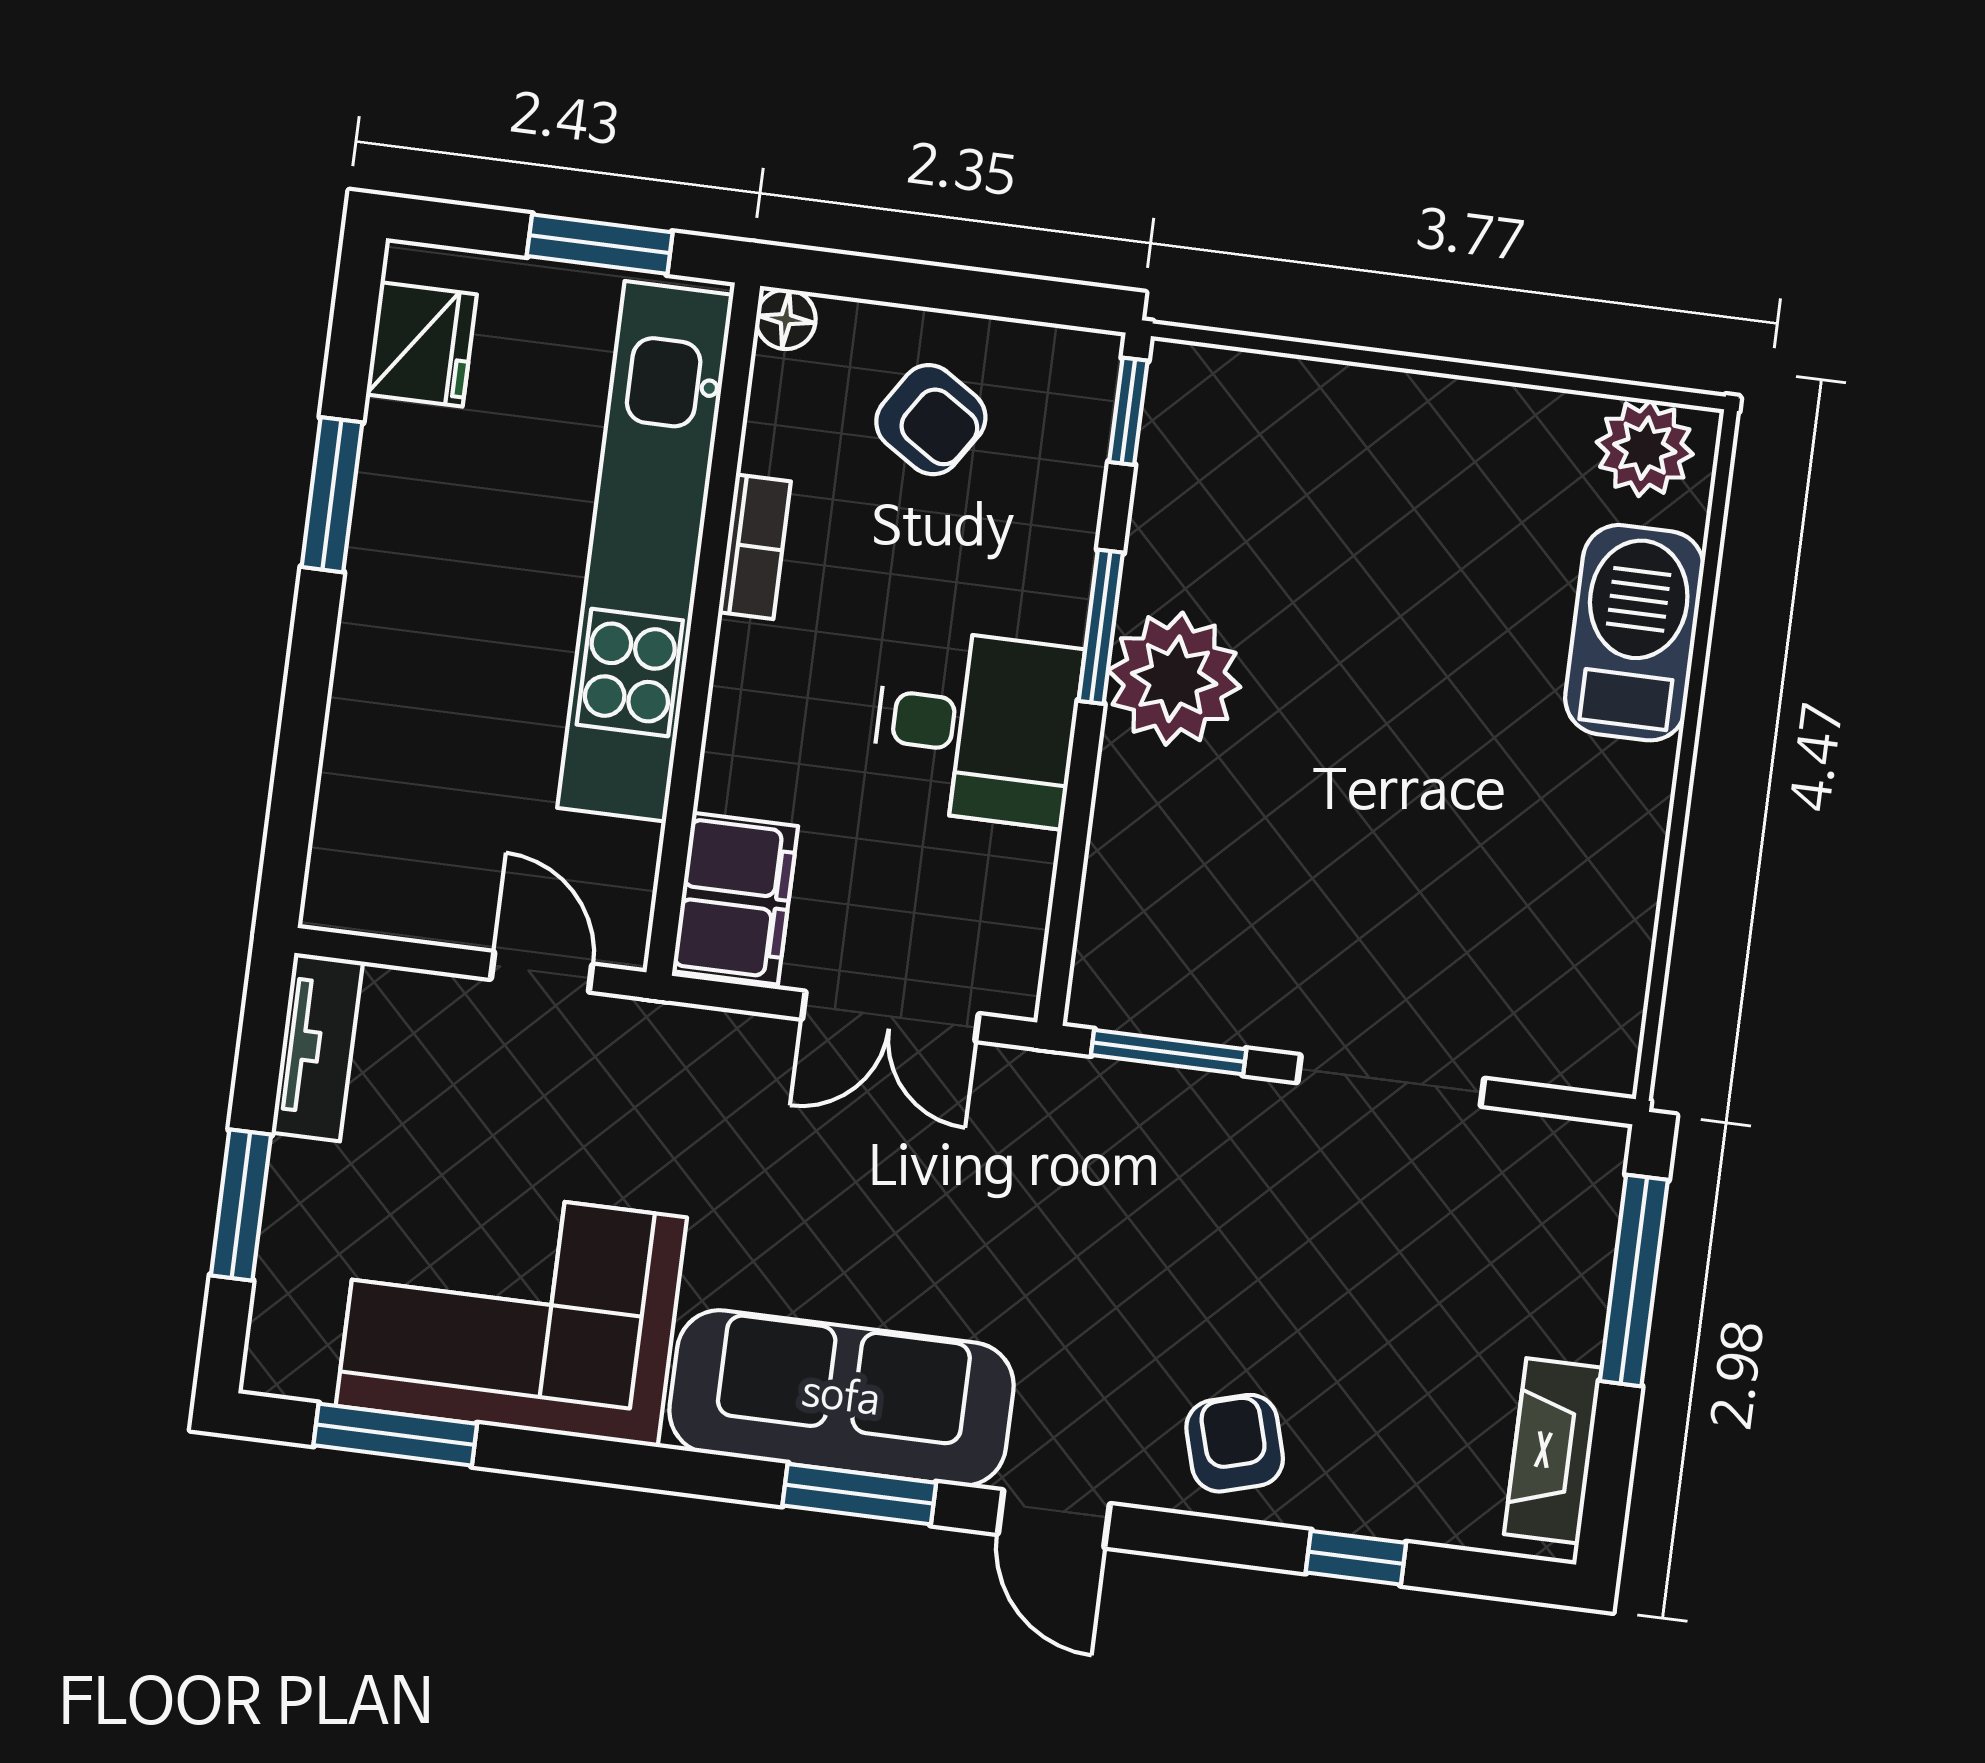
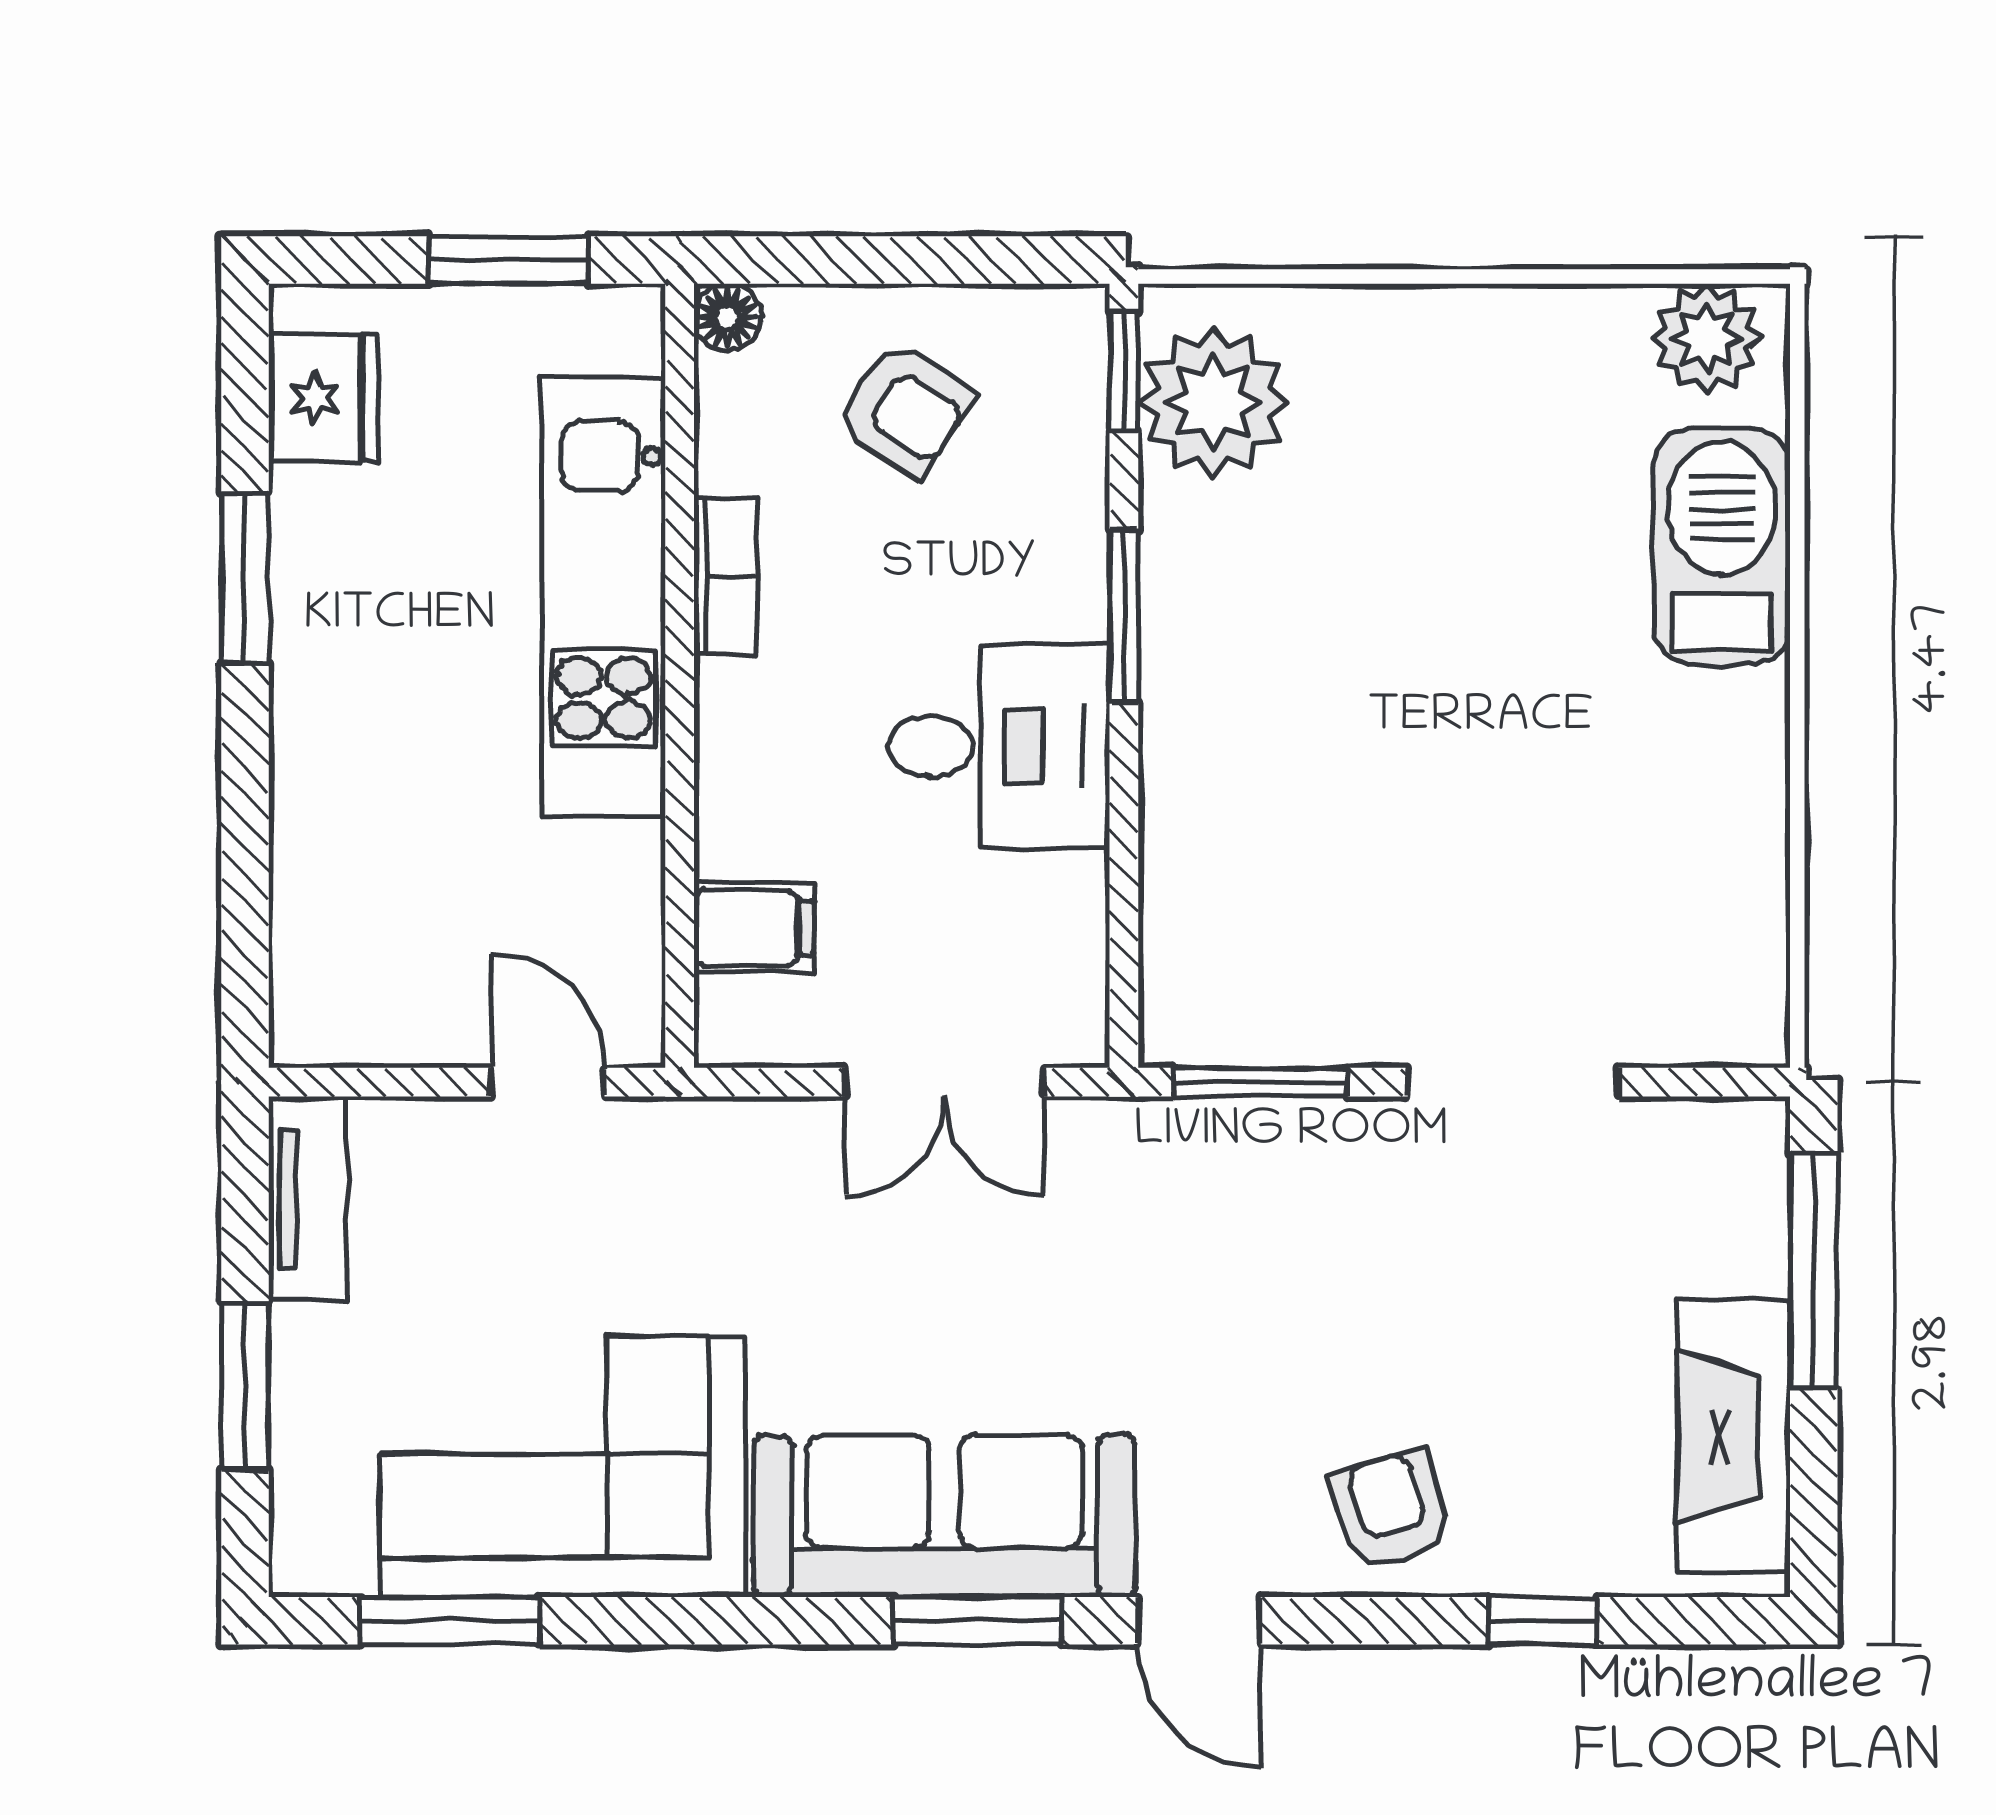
kitchen unit: (645, 551) -> (604, 597), width x0.73
plant: (1174, 679) -> (1213, 402), moved
filing cabinet: (735, 899) -> (754, 928), width x0.50
fireplace: (1553, 1451) -> (1734, 1436), width x1.37, depth x1.32

